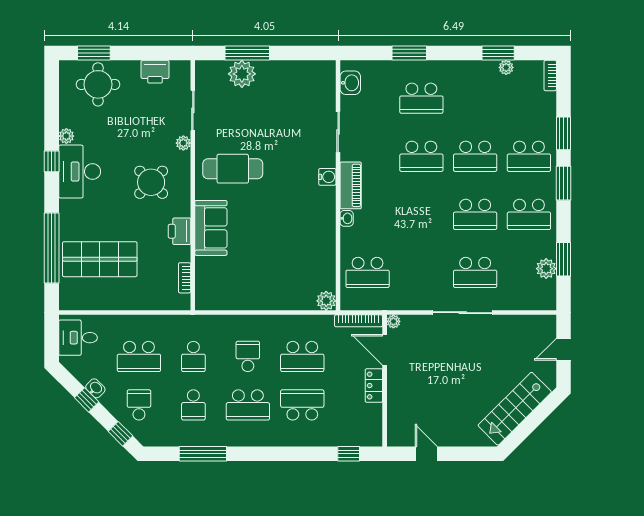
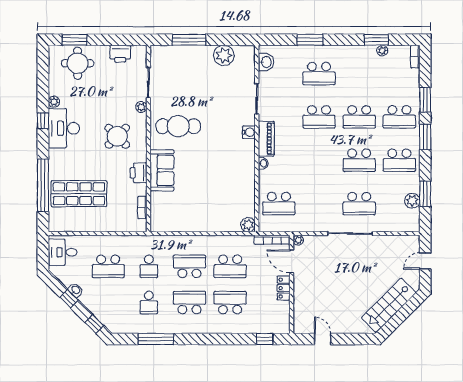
plant: (242, 74) -> (224, 55), moved
school desk: (248, 356) -> (189, 266), width x1.85
school desk: (139, 405) -> (108, 303), removed
school desk: (248, 405) -> (189, 303), turned 180

